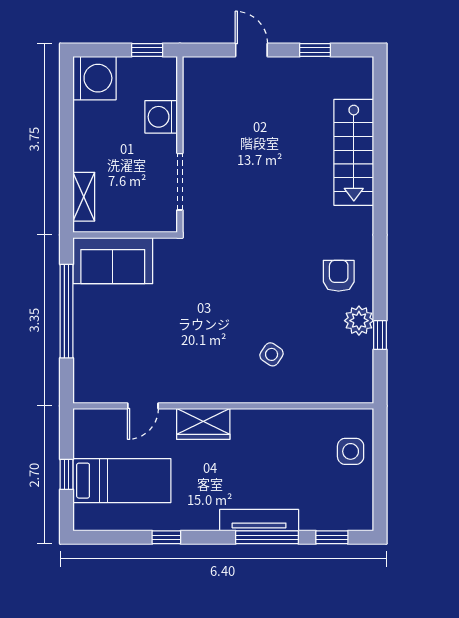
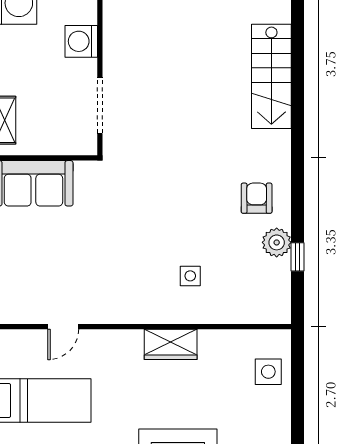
side table: (272, 354) -> (190, 276), turned -34
wardrobe: (203, 424) -> (171, 344), moved

